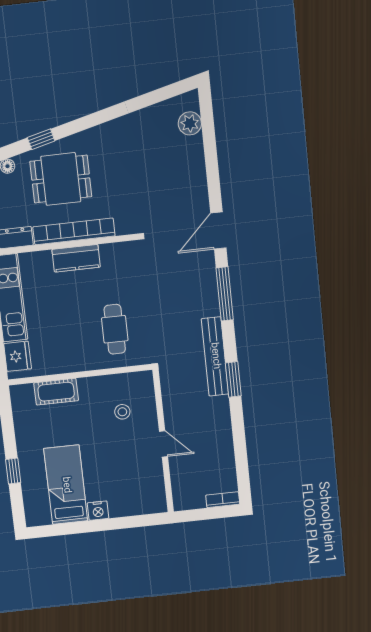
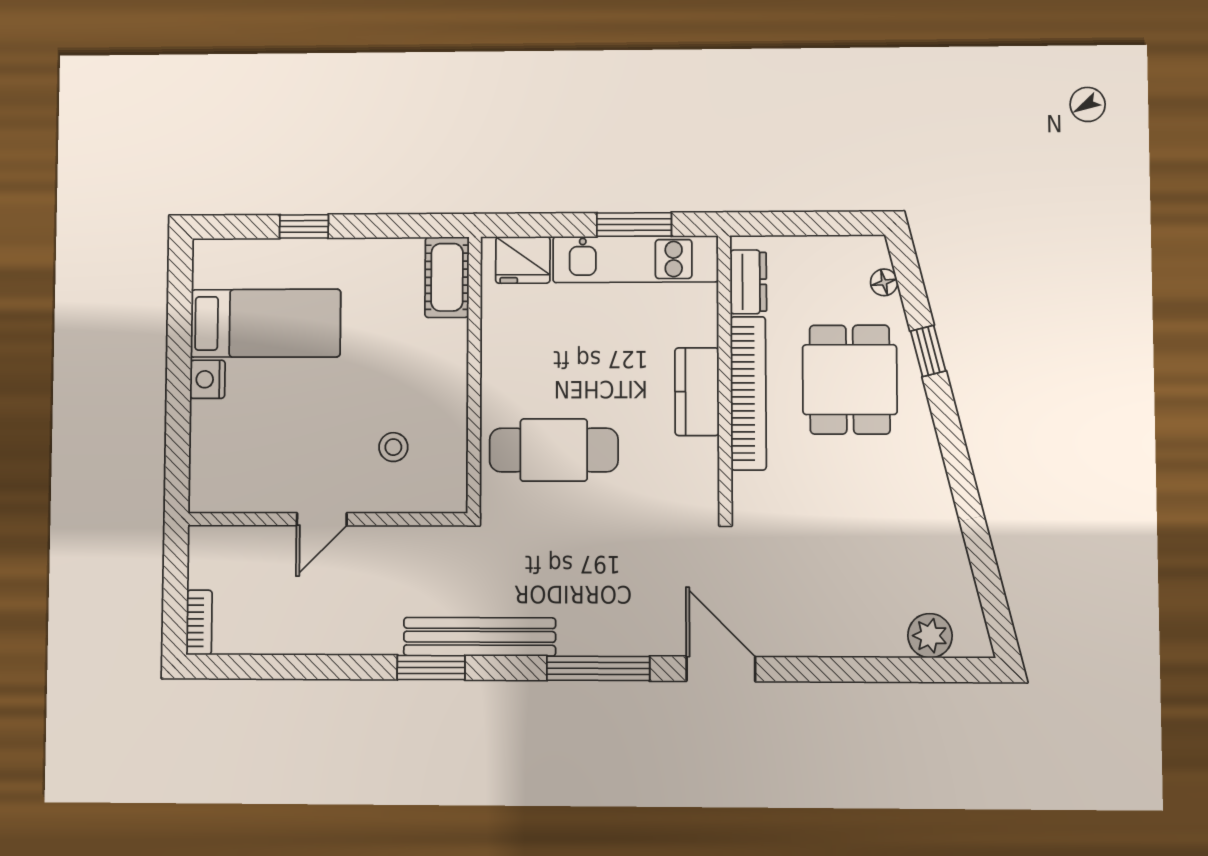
cafe table: (115, 329) -> (554, 450), width x1.37, depth x1.35
cot: (56, 392) -> (447, 277), moved

